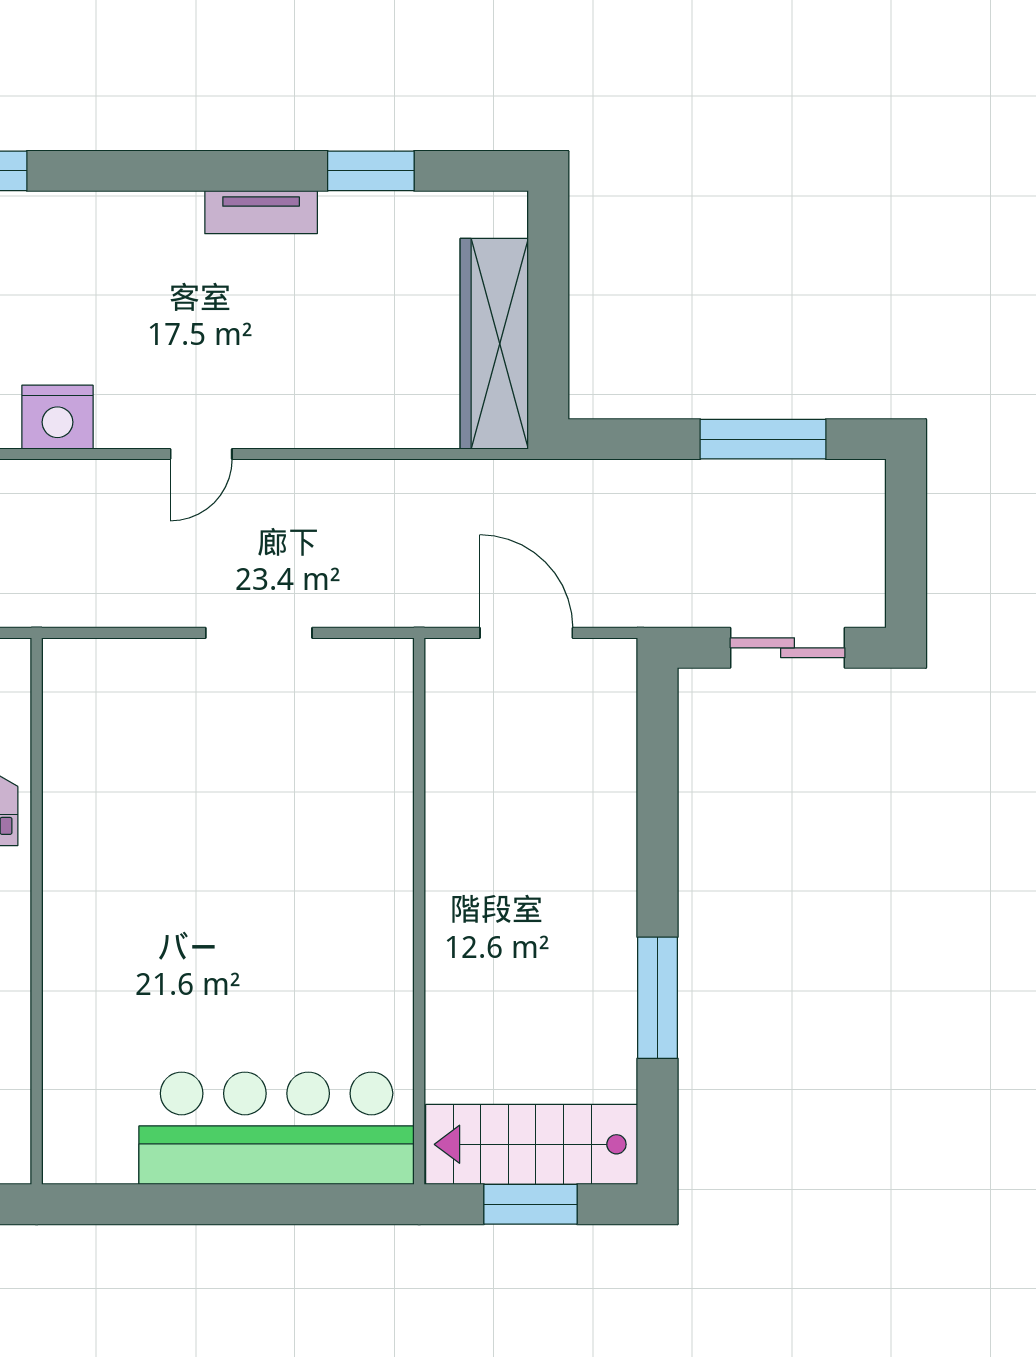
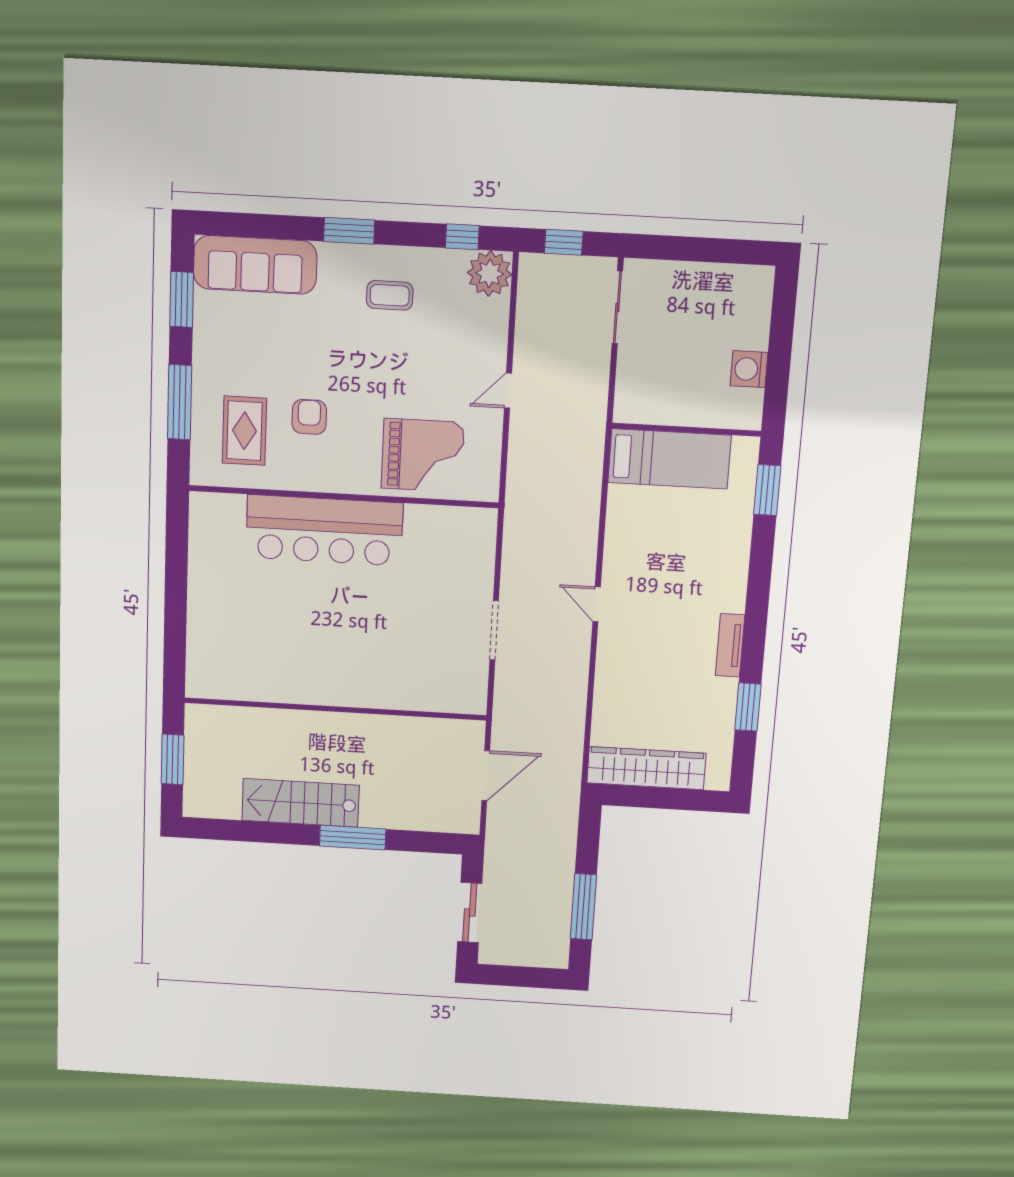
nightstand: (57, 417) -> (623, 524), removed
window: (658, 998) -> (353, 838), moved
bar counter: (277, 1128) -> (324, 530), moved, turned 90
stairs: (532, 1144) -> (301, 803), moved, turned -90

